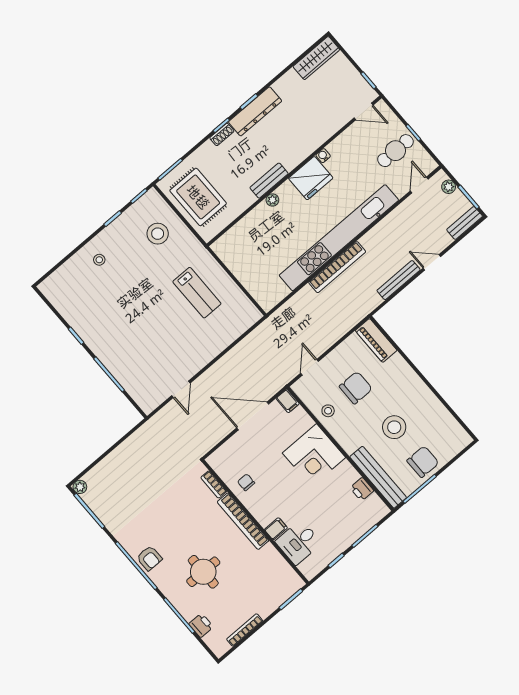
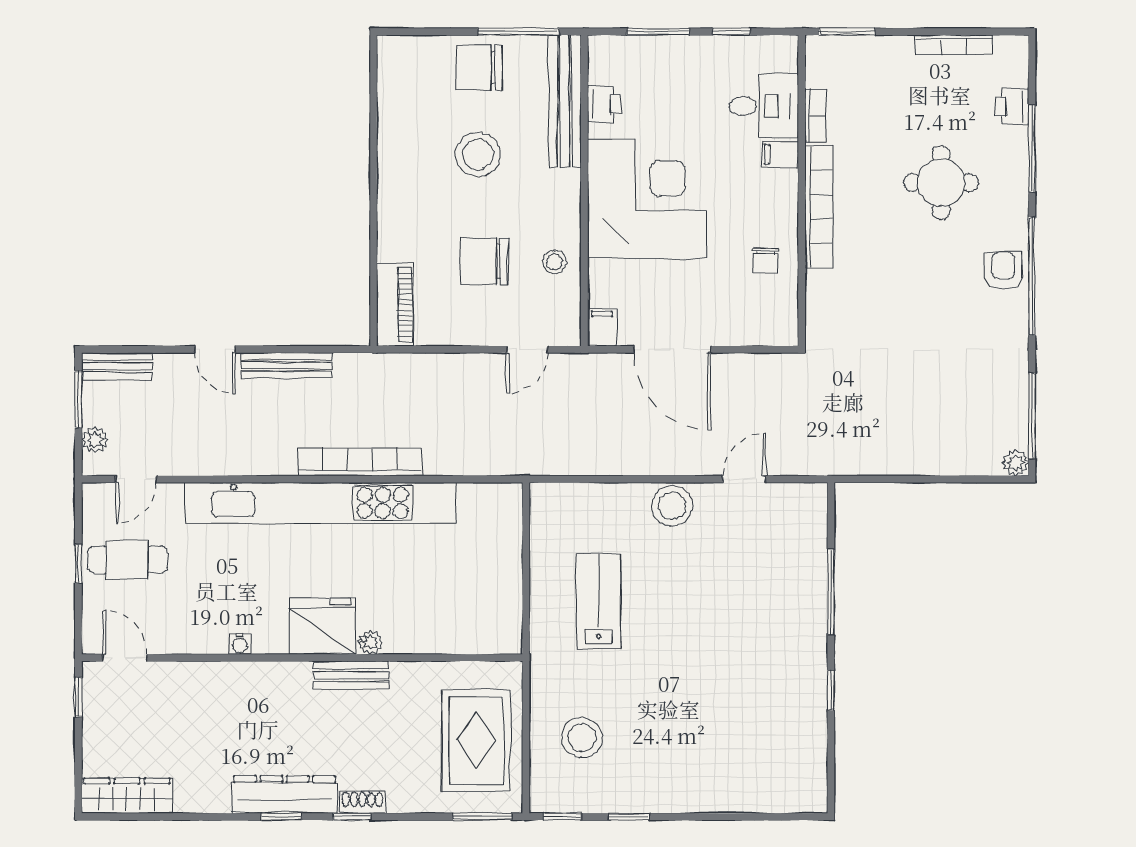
fridge: (311, 178) -> (323, 626), moved
stool: (99, 260) -> (672, 506), moved, width x1.89, depth x1.89
corner desk: (314, 455) -> (647, 199), width x1.36, depth x1.36
bookcase: (214, 484) -> (816, 116), moved

